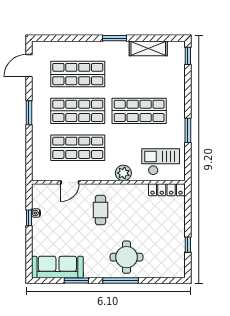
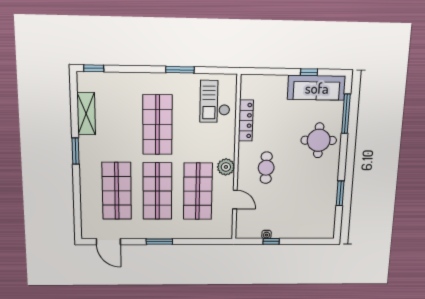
plant: (123, 173) -> (226, 167), moved
locker: (166, 190) -> (246, 121), moved
cafe table: (100, 210) -> (266, 168), turned 90
sofa: (57, 267) -> (317, 88), moved, turned -90
window: (121, 281) -> (346, 114), moved

